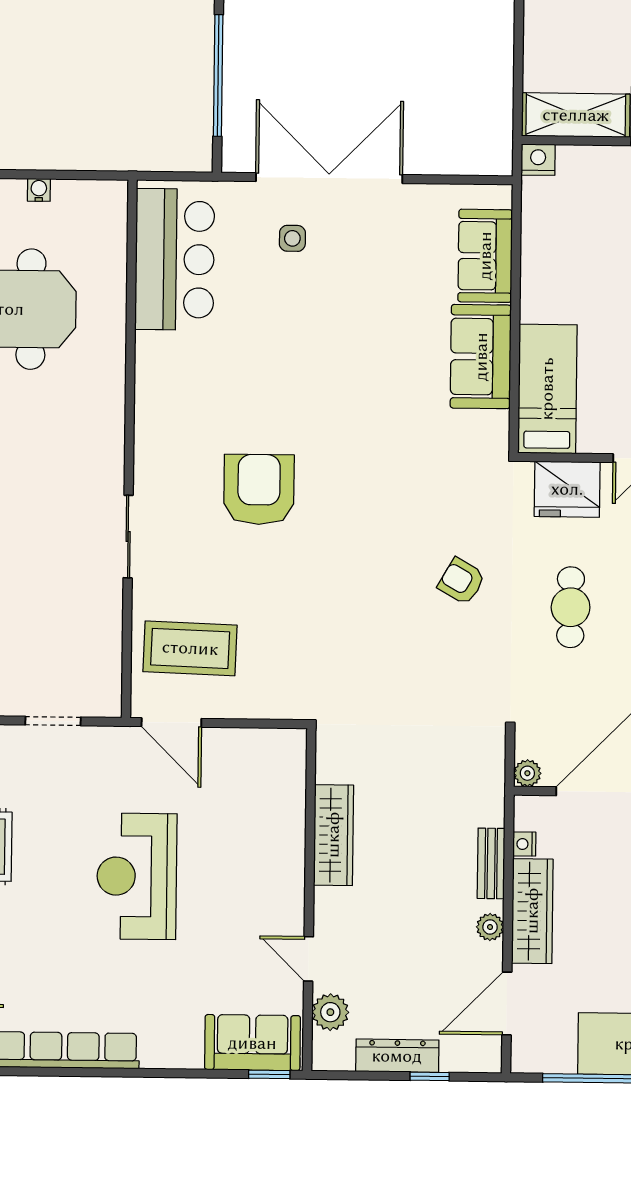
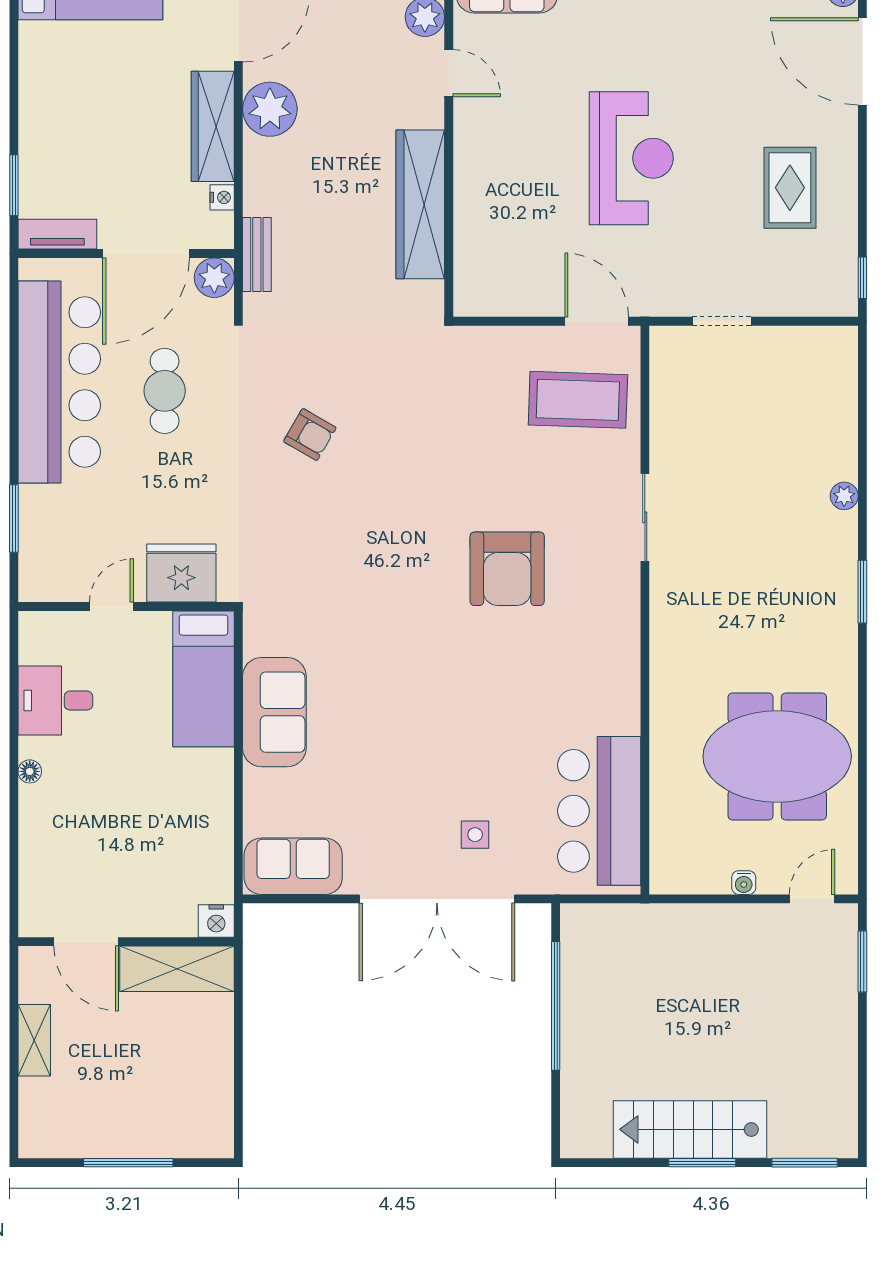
sofa: (485, 256) -> (293, 866), moved, turned -90
armchair: (462, 581) -> (310, 434), moved
cafe table: (571, 607) -> (165, 391), moved
plant: (527, 773) -> (214, 278), width x1.38, depth x1.38
wardrobe: (333, 835) -> (420, 204), width x1.40, depth x1.17
bench: (491, 863) -> (257, 255), moved
plant: (490, 927) -> (270, 109), width x1.88, depth x1.88

